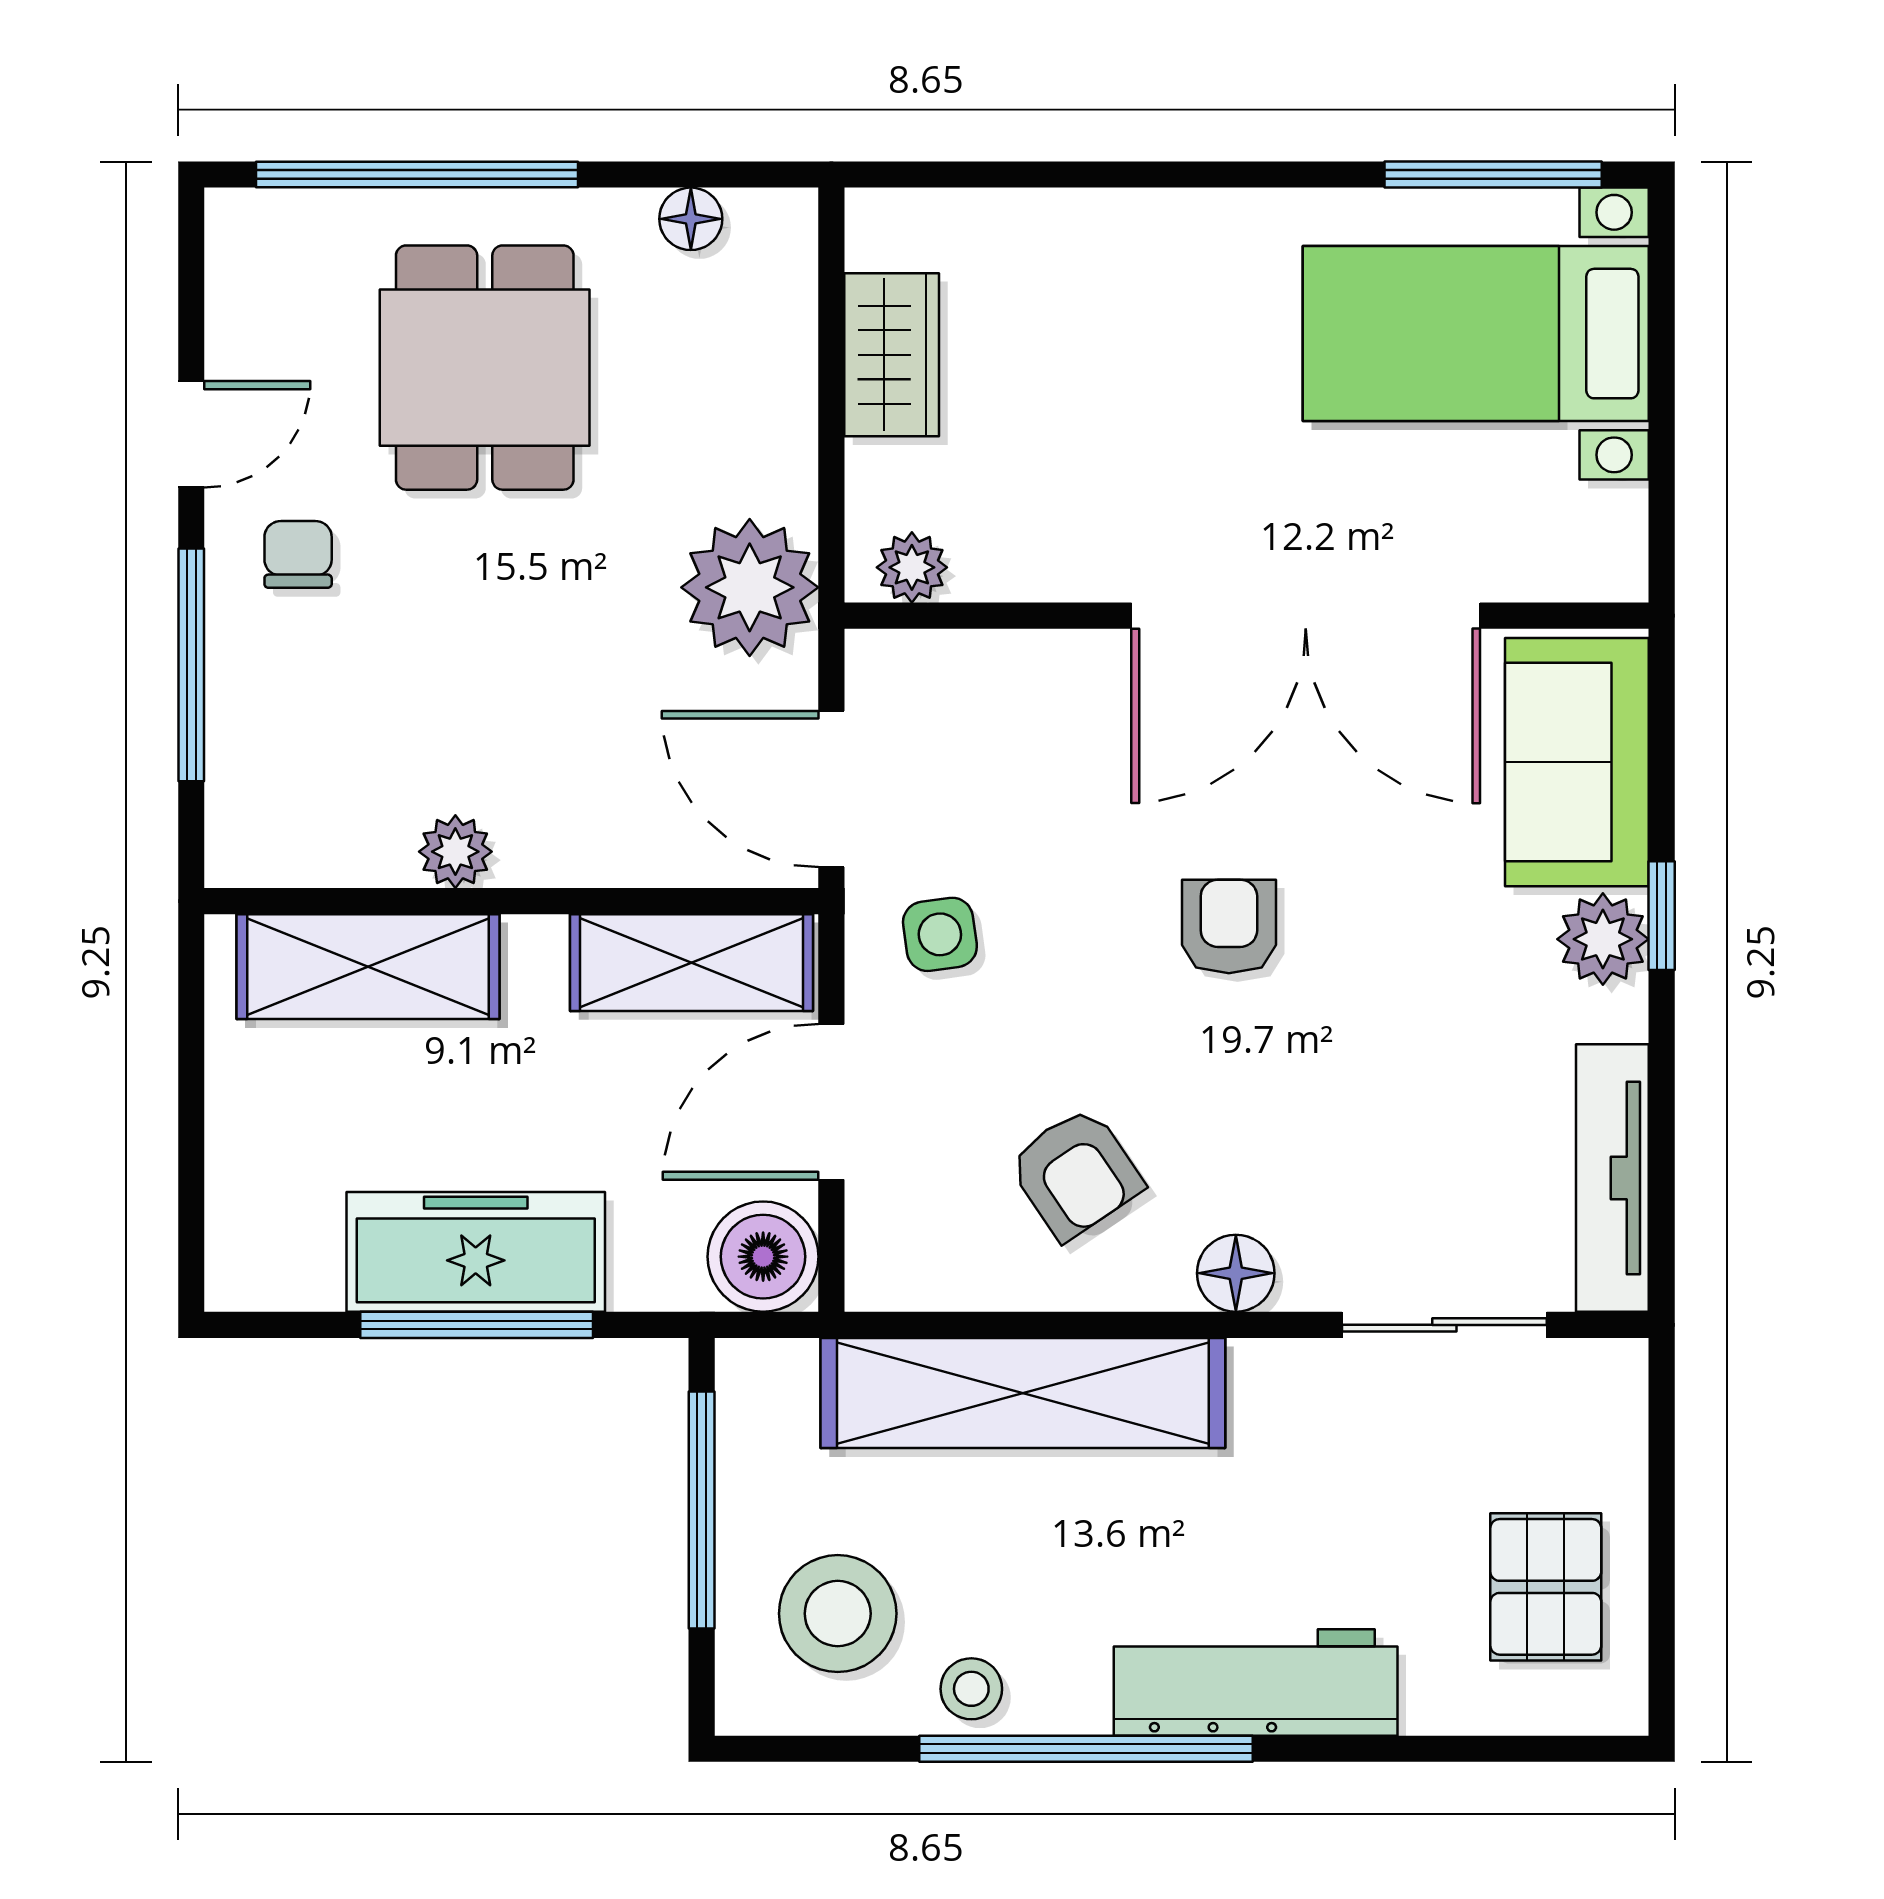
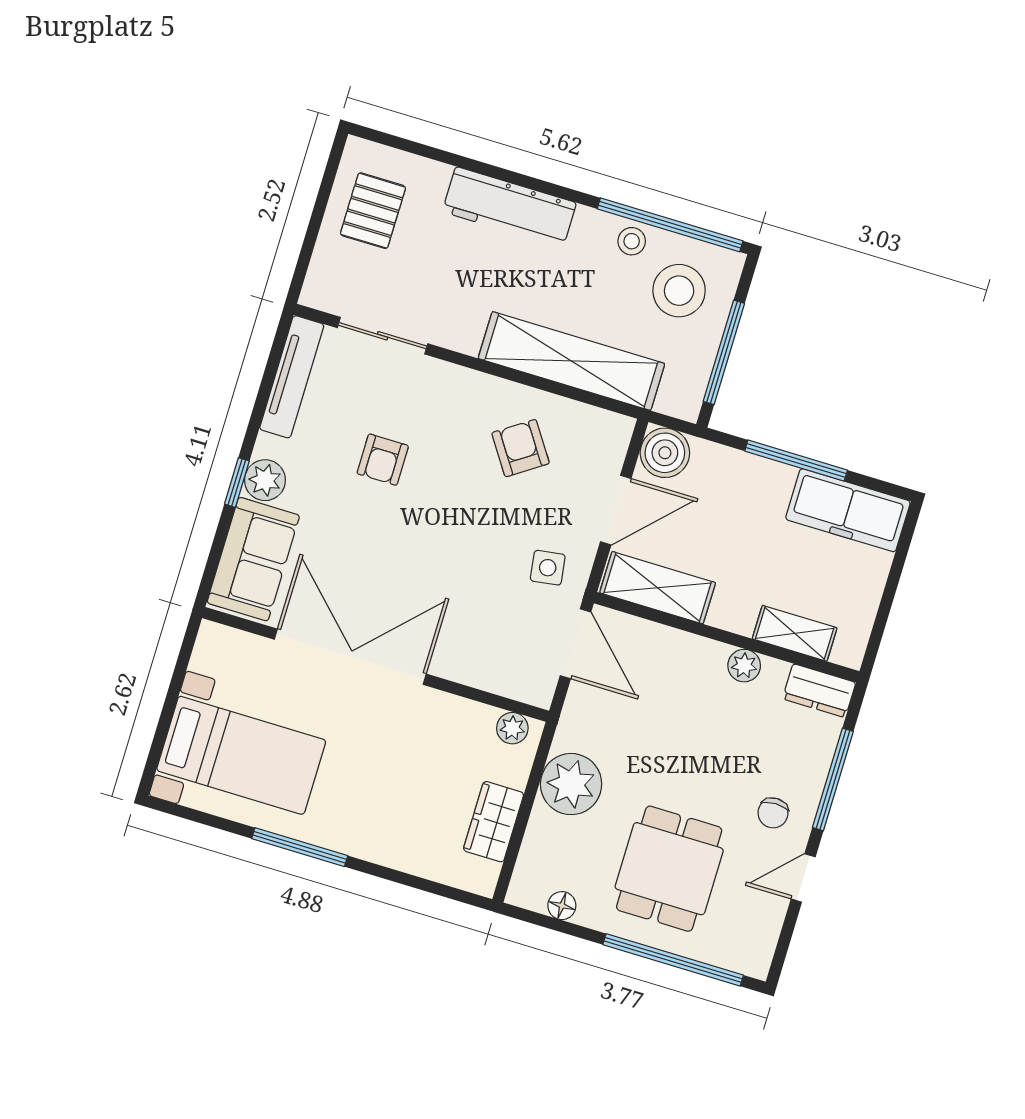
window: (1493, 175) -> (300, 847), moved
plant: (750, 587) -> (571, 784), moved
dresser: (278, 847) -> (819, 691), added
armchair: (1229, 926) -> (383, 460), moved
shelving: (368, 967) -> (795, 633), width x0.67, depth x0.75
freezer: (476, 1252) -> (848, 510), moved
floor lamp: (1236, 1273) -> (465, 385), removed
window: (1086, 1749) -> (670, 225), moved

